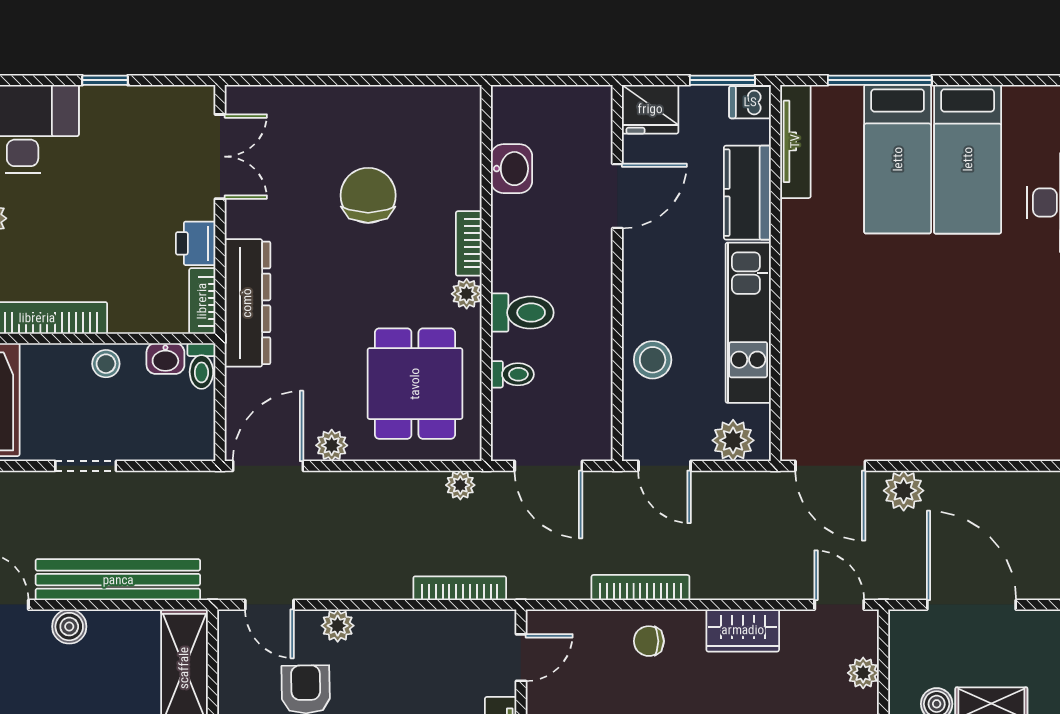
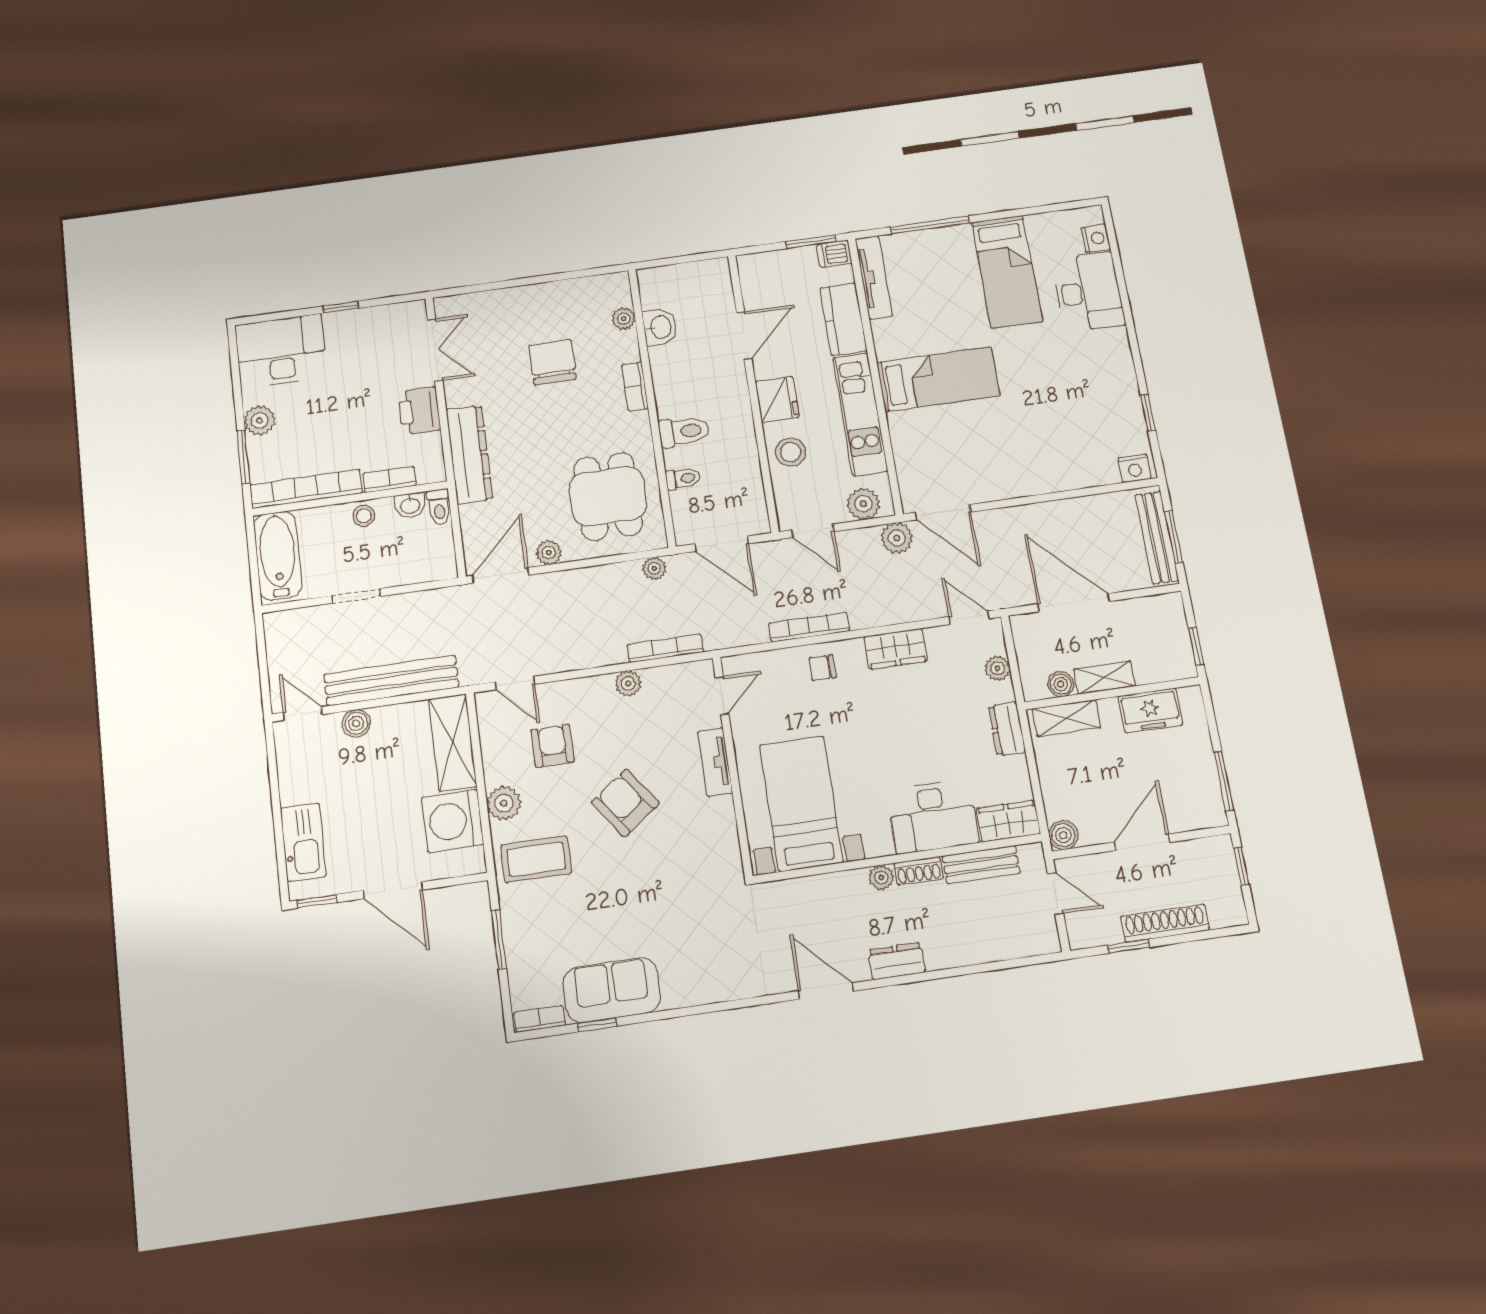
fridge: (650, 109) -> (777, 399), moved, turned -90
bed: (898, 159) -> (938, 379), moved, turned -90
printer: (196, 243) -> (419, 411), width x1.36, depth x1.24
plant: (467, 294) -> (624, 319), moved
bookcase: (202, 301) -> (389, 479), moved, turned 90
plant: (904, 491) -> (897, 538), moved
plant: (338, 626) -> (628, 684), moved

